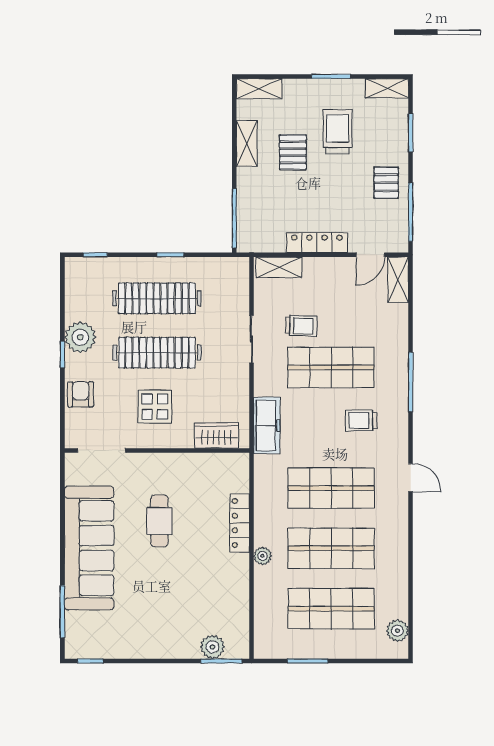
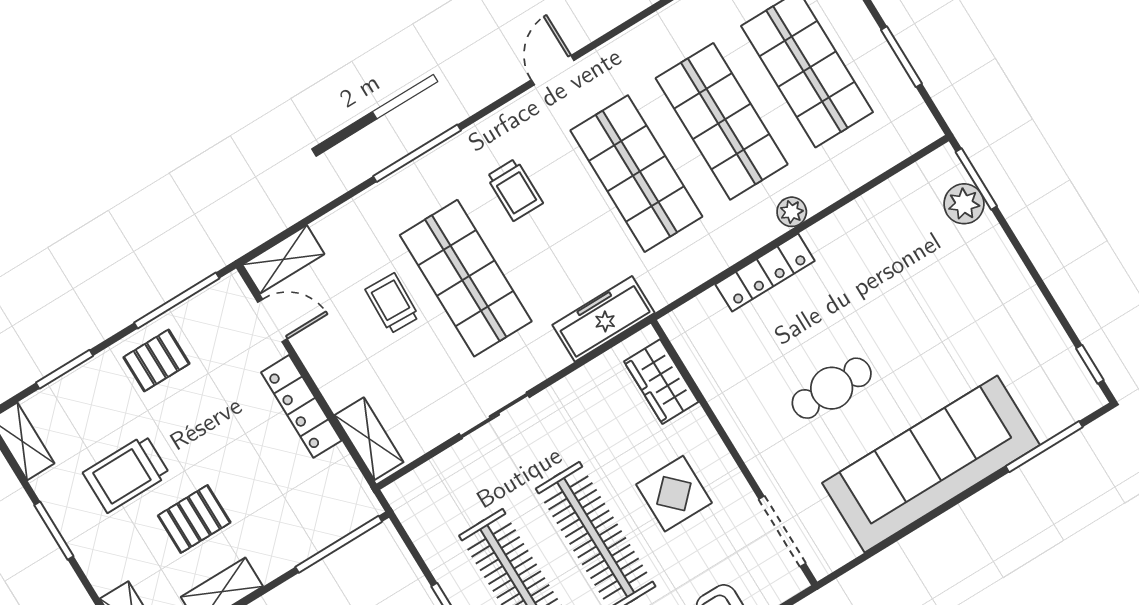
trolley: (301, 326) -> (392, 303), moved

